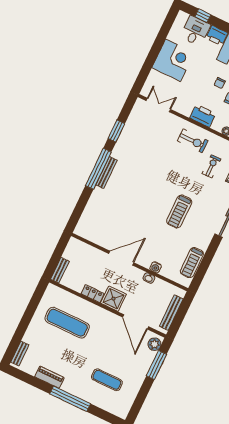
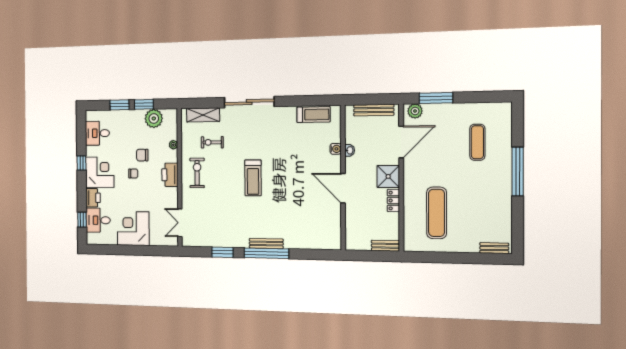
treadmill: (179, 211) -> (253, 178), moved, turned 90
piano: (49, 377) -> (505, 205), removed

